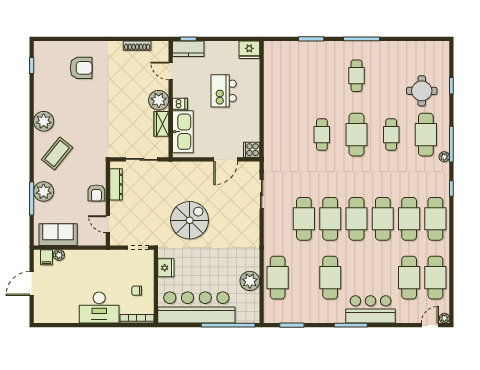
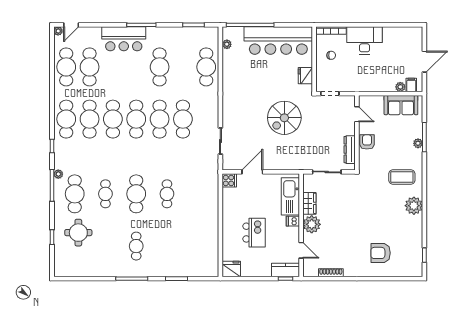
coffee table: (57, 154) -> (402, 177), turned 51
plant: (44, 191) -> (418, 143), width x0.53, depth x0.53
plant: (250, 281) -> (227, 44), moved, width x0.53, depth x0.53

